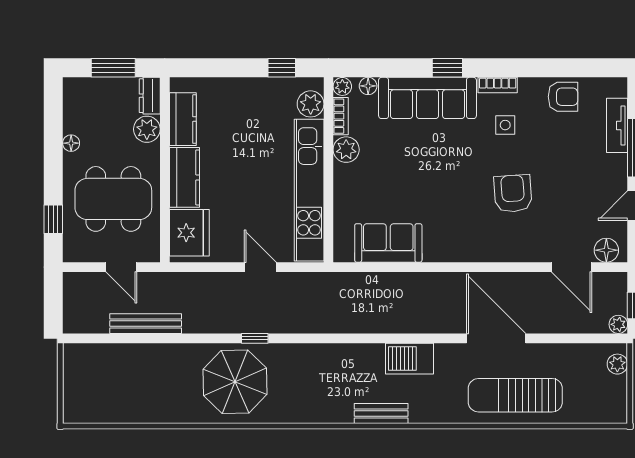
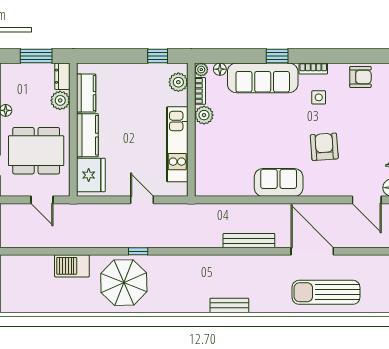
kitchen unit: (309, 190) -> (177, 144), width x0.73
sofa: (388, 243) -> (279, 182), moved
bench: (146, 324) -> (249, 241), moved
barbecue: (409, 359) -> (72, 266), moved

